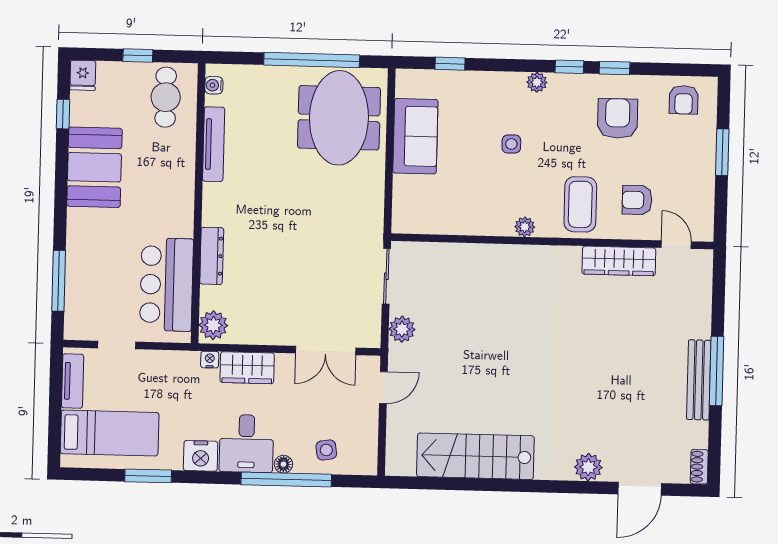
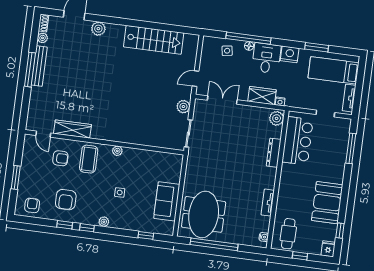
tv unit: (214, 144) -> (268, 203), width x0.71
plant: (698, 437) -> (42, 38), added

